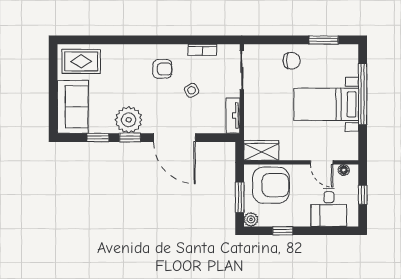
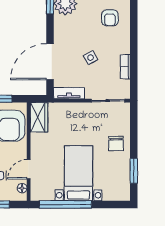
armchair: (162, 69) -> (110, 18), moved
window: (363, 94) -> (65, 204), moved
door: (174, 138) -> (50, 62), moved

